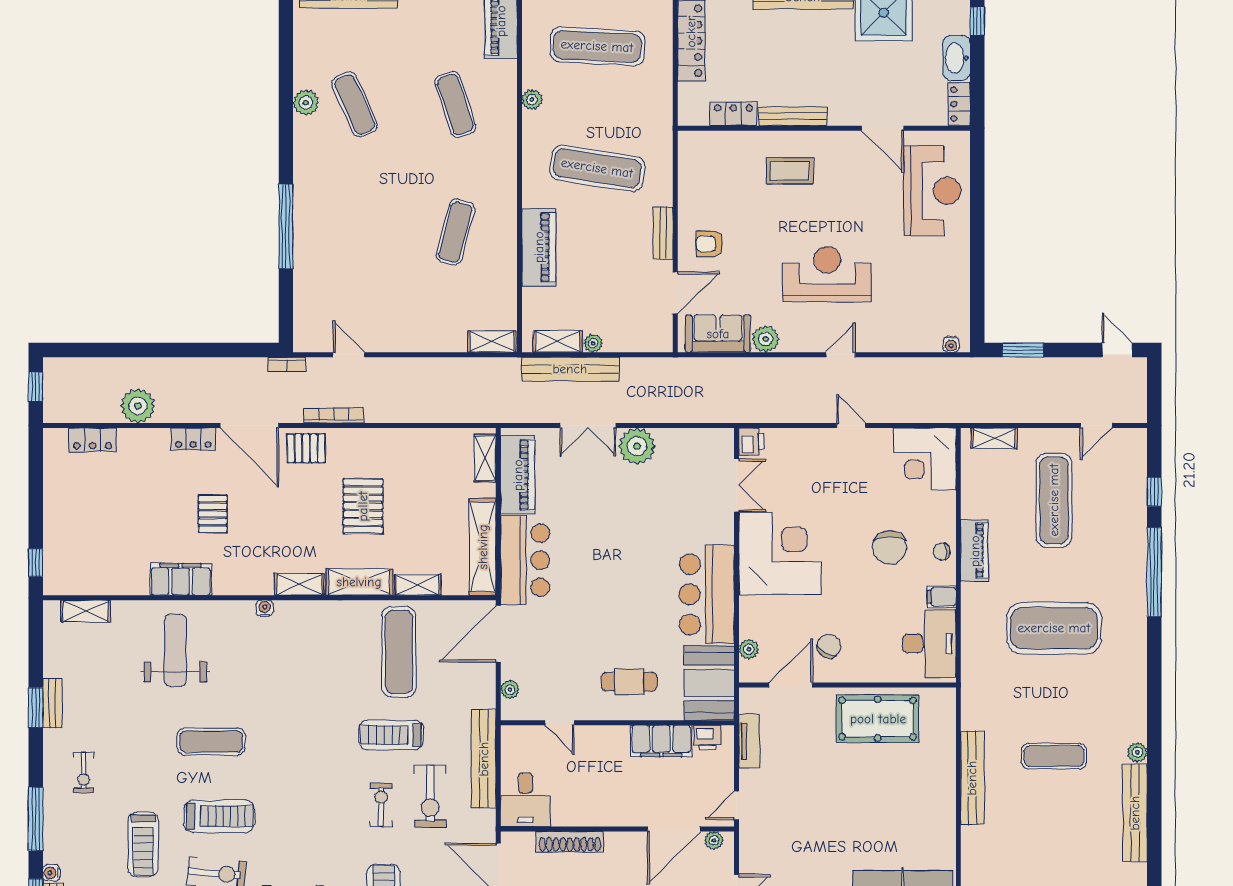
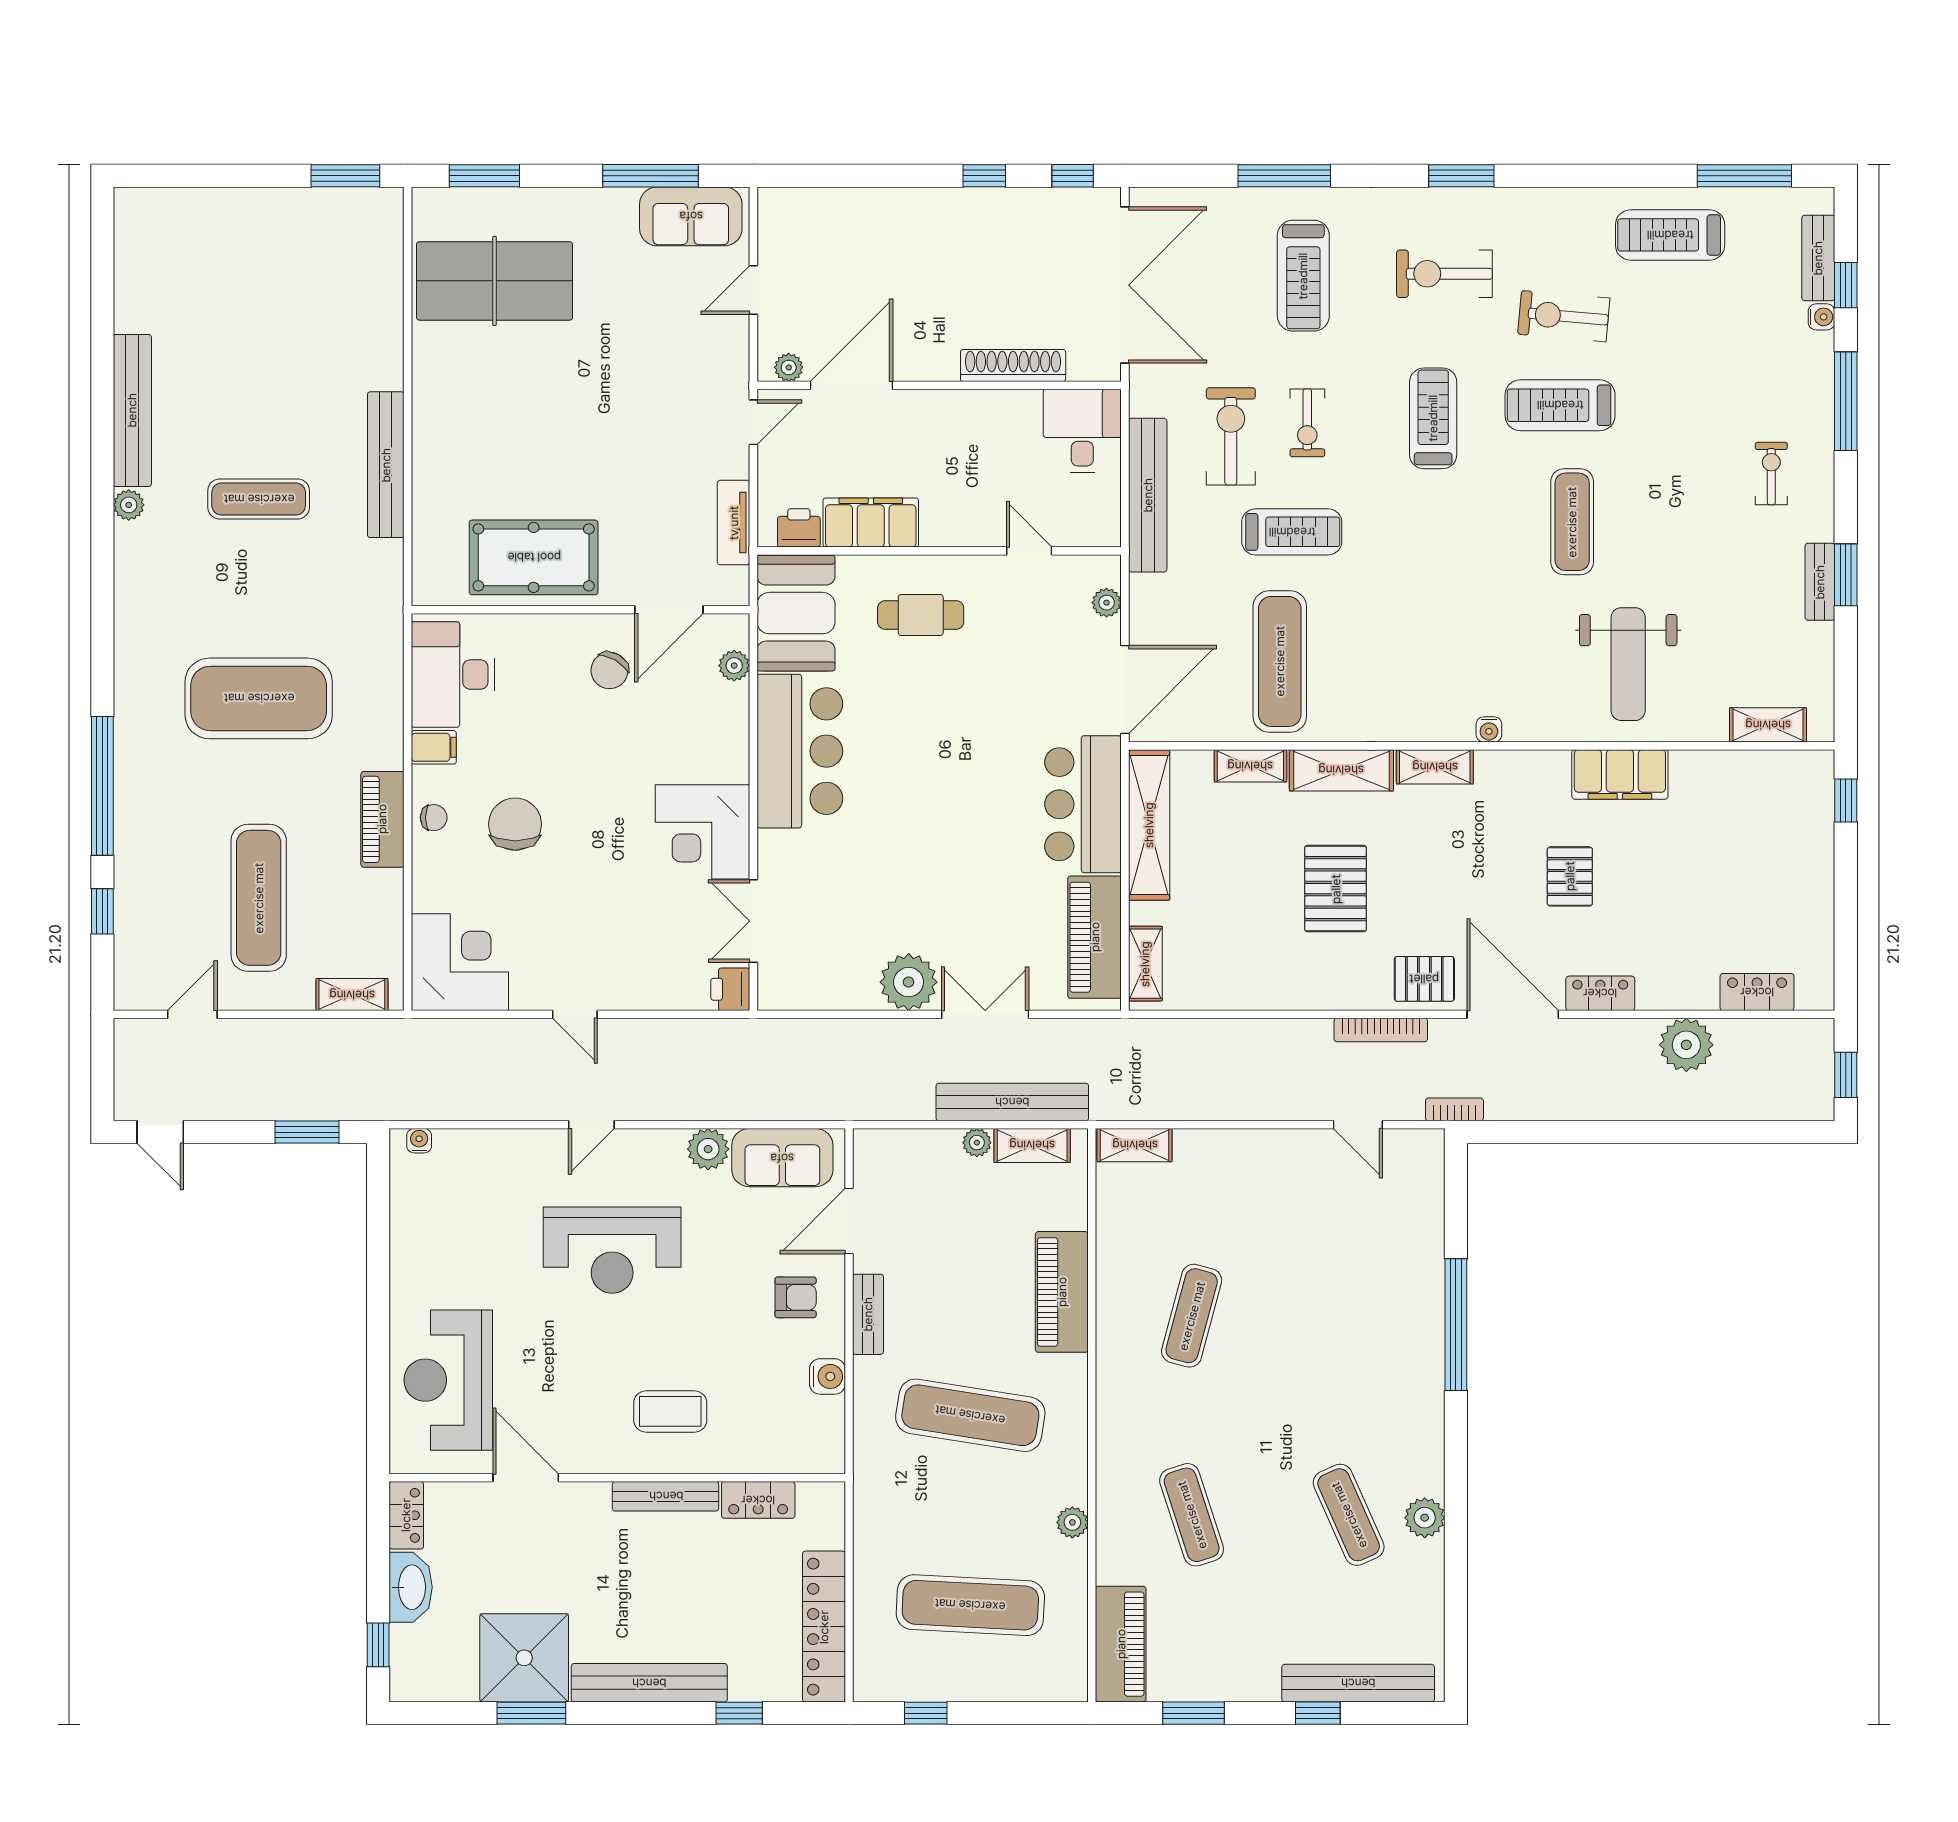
water cooler: (689, 193) -> (827, 1376), added
corner desk: (780, 553) -> (702, 832), width x0.74, depth x0.74
exercise mat: (211, 741) -> (1572, 522), turned 90
treadmill: (143, 844) -> (1433, 418), moved

